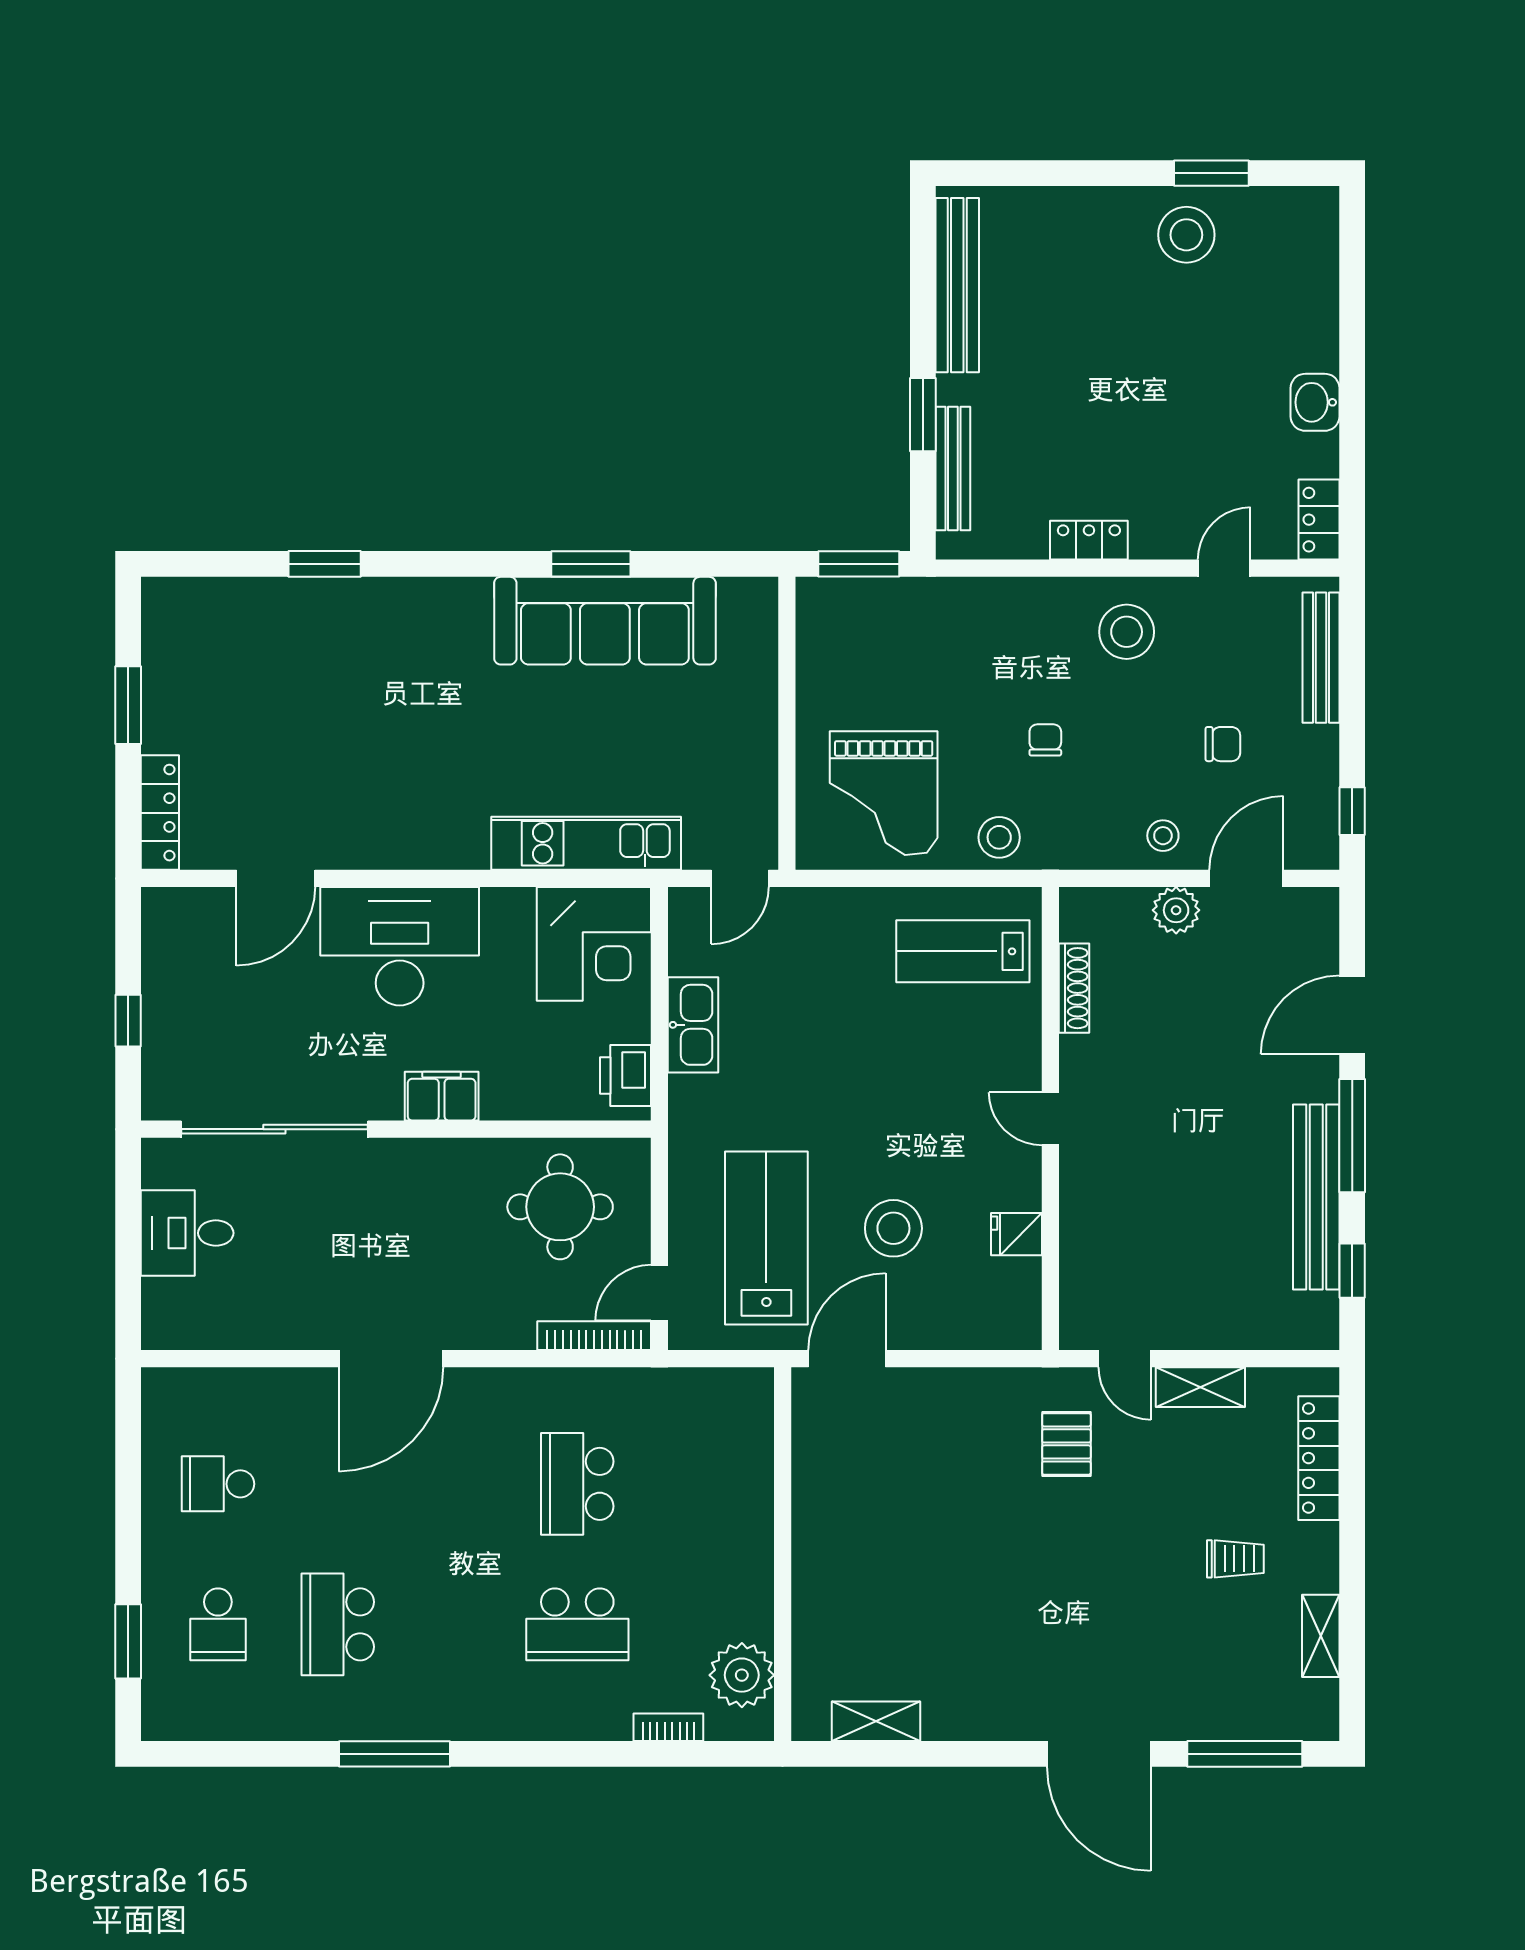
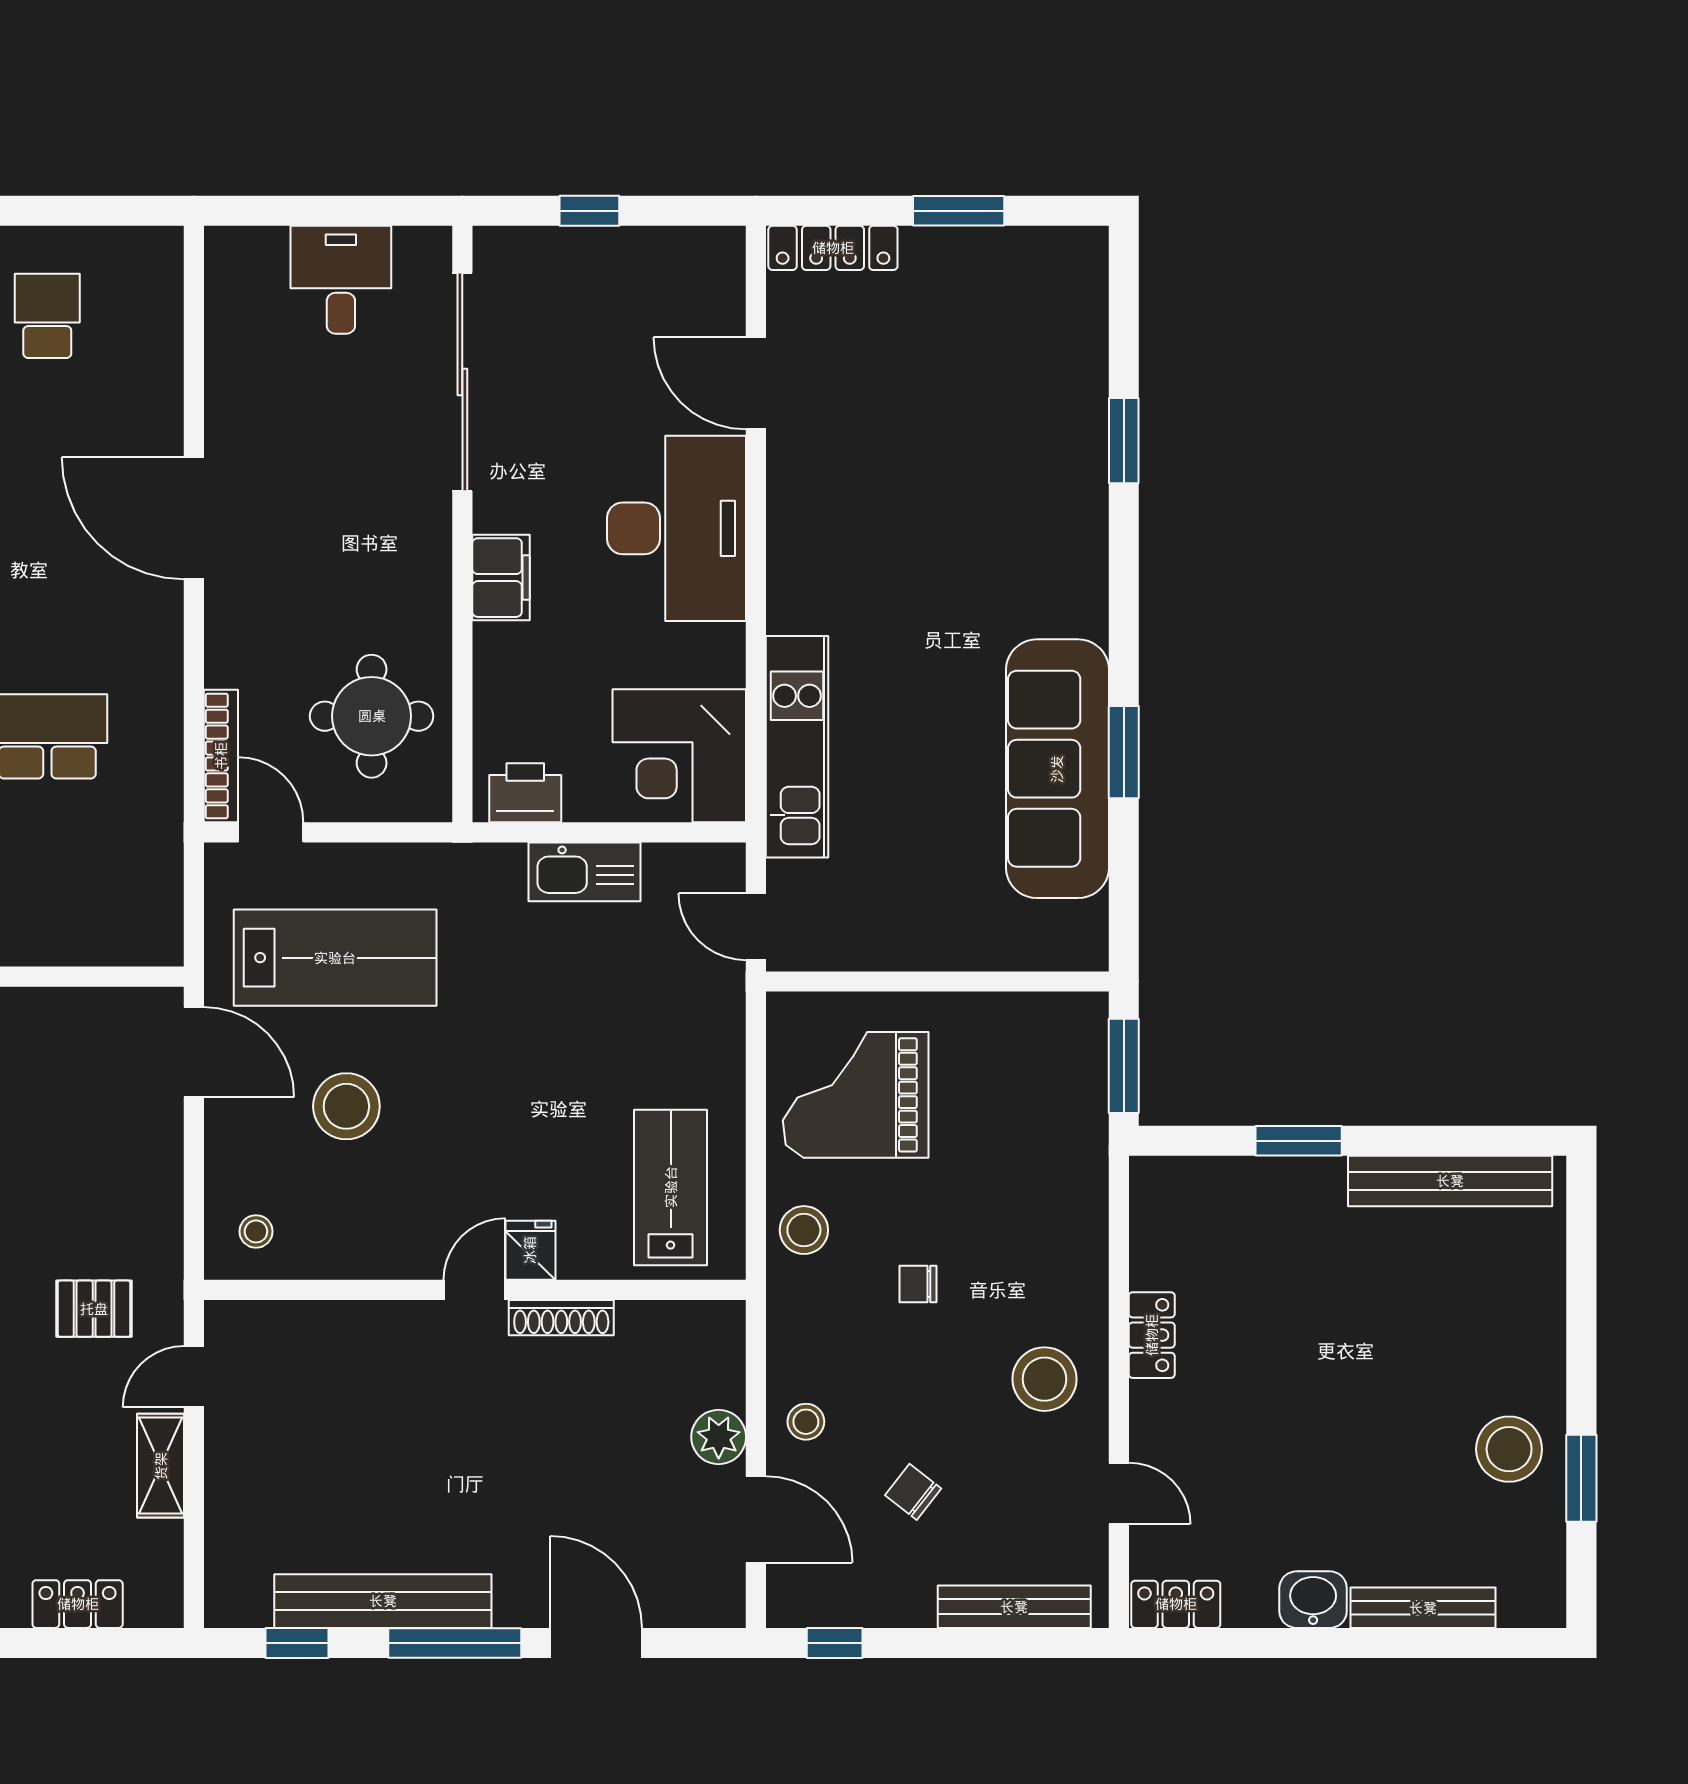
bench: (953, 468) -> (1423, 1608), moved
chair: (1045, 740) -> (918, 1284), turned 180
chair: (1223, 744) -> (913, 1492), turned 128
shoe rack: (1074, 988) -> (561, 1318), moved
fridge: (1016, 1234) -> (530, 1250), moved
stool: (1000, 1306) -> (256, 1231), added
locker: (1319, 1458) -> (78, 1604), width x0.66

